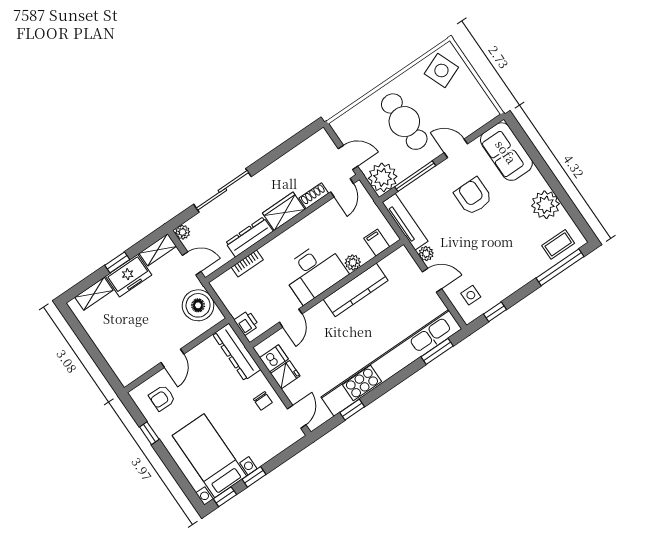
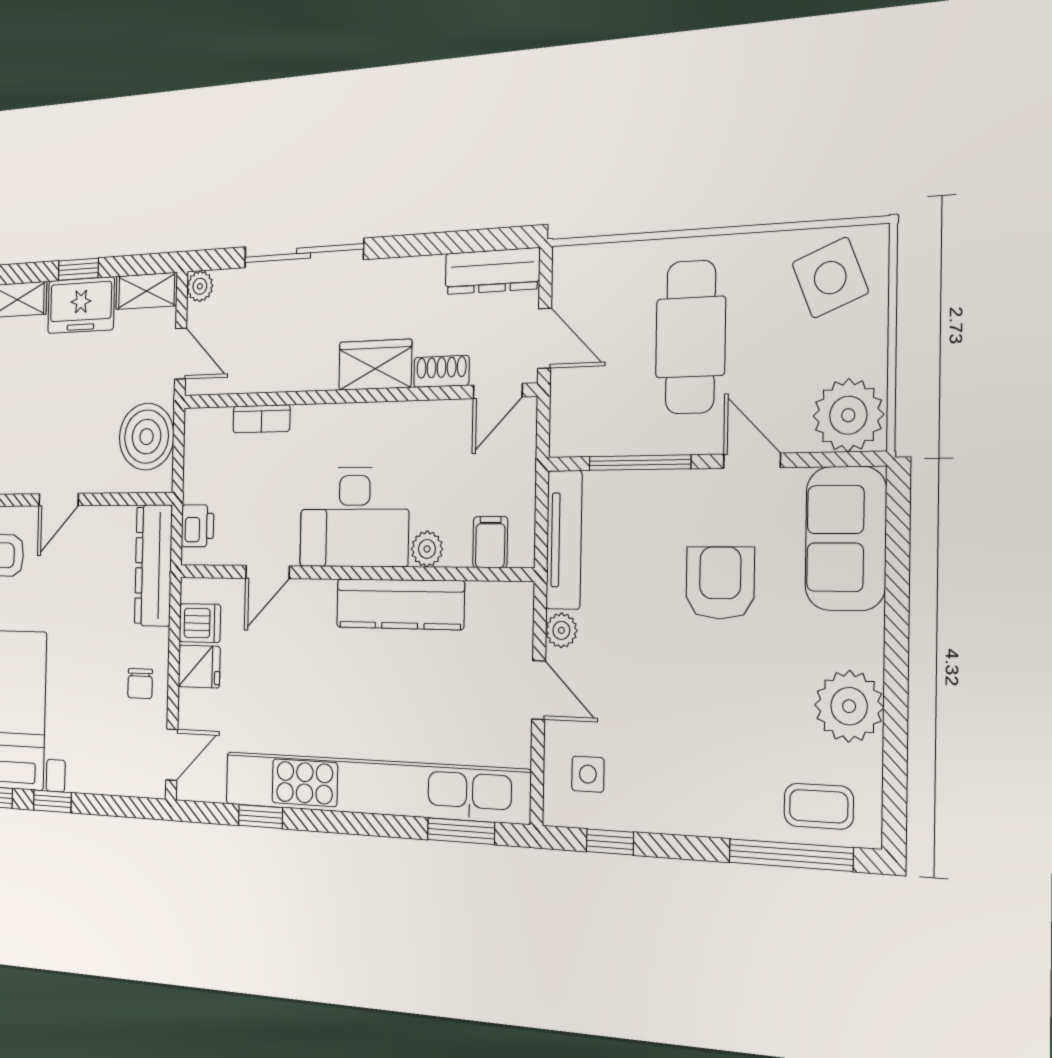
plant: (383, 177) -> (848, 415), moved
dresser: (249, 237) -> (492, 271), moved, turned 180

